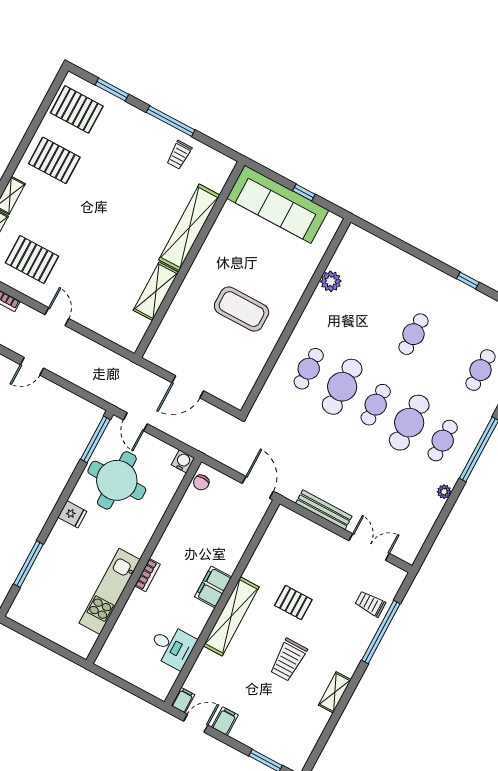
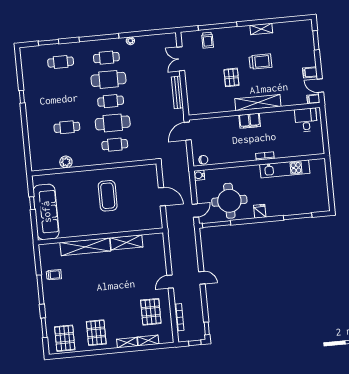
cafe table: (413, 334) -> (67, 127), moved
desk: (172, 646) -> (306, 120), moved

